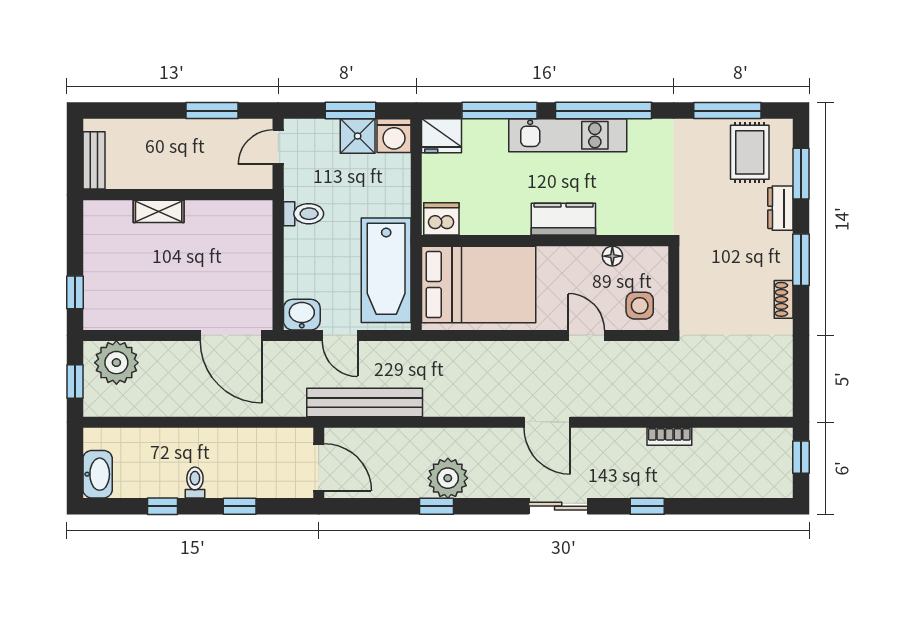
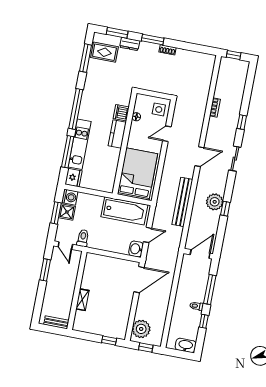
kitchen unit: (568, 135) -> (80, 144), moved
toilet: (303, 214) -> (83, 238), moved
dishwasher: (441, 219) -> (121, 113), moved
bench: (365, 402) -> (182, 202), moved
window: (240, 506) -> (210, 290), width x2.17

